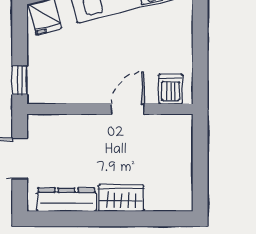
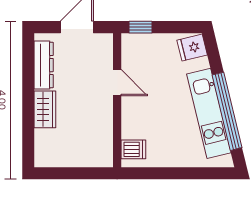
door: (128, 109) -> (117, 83), moved

